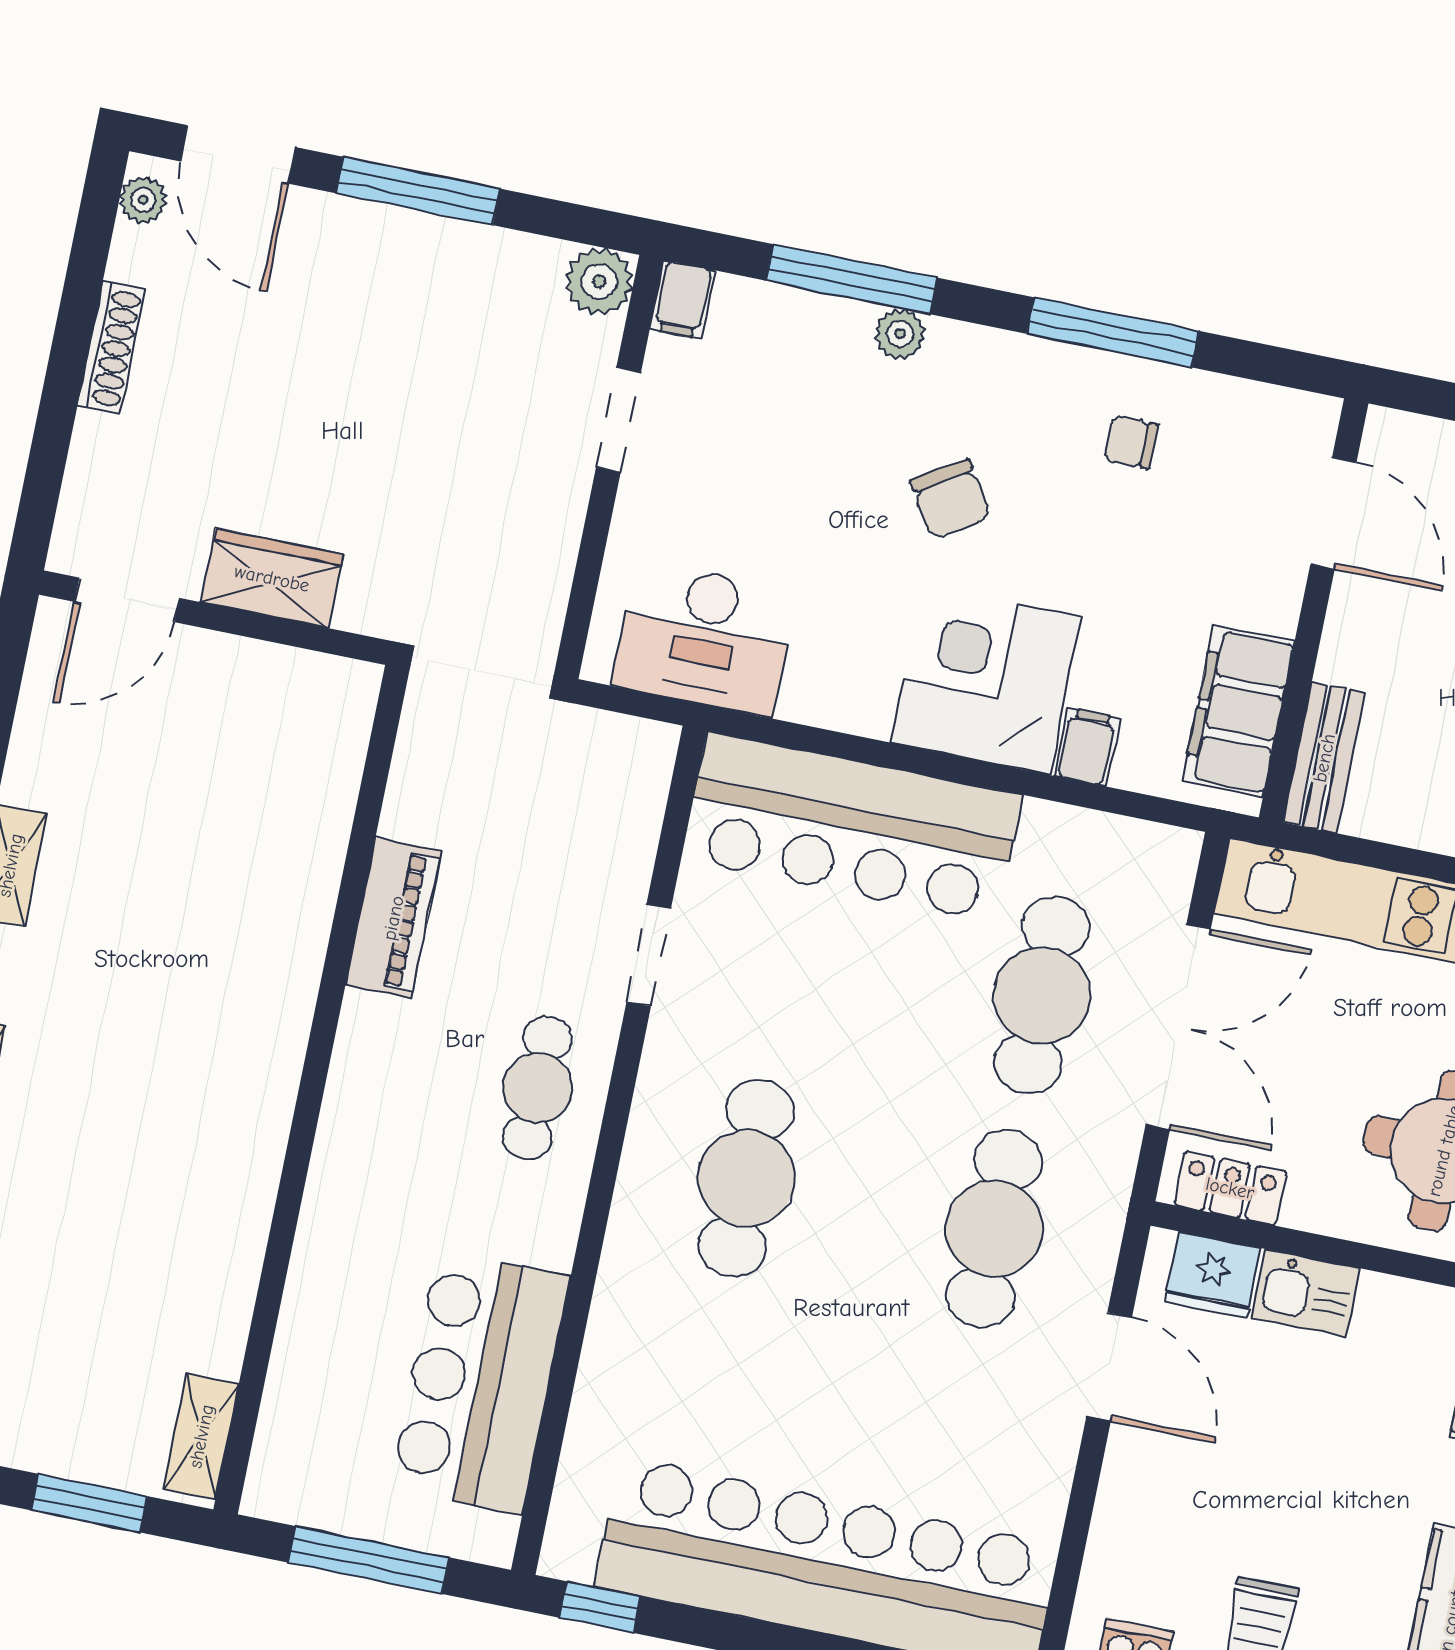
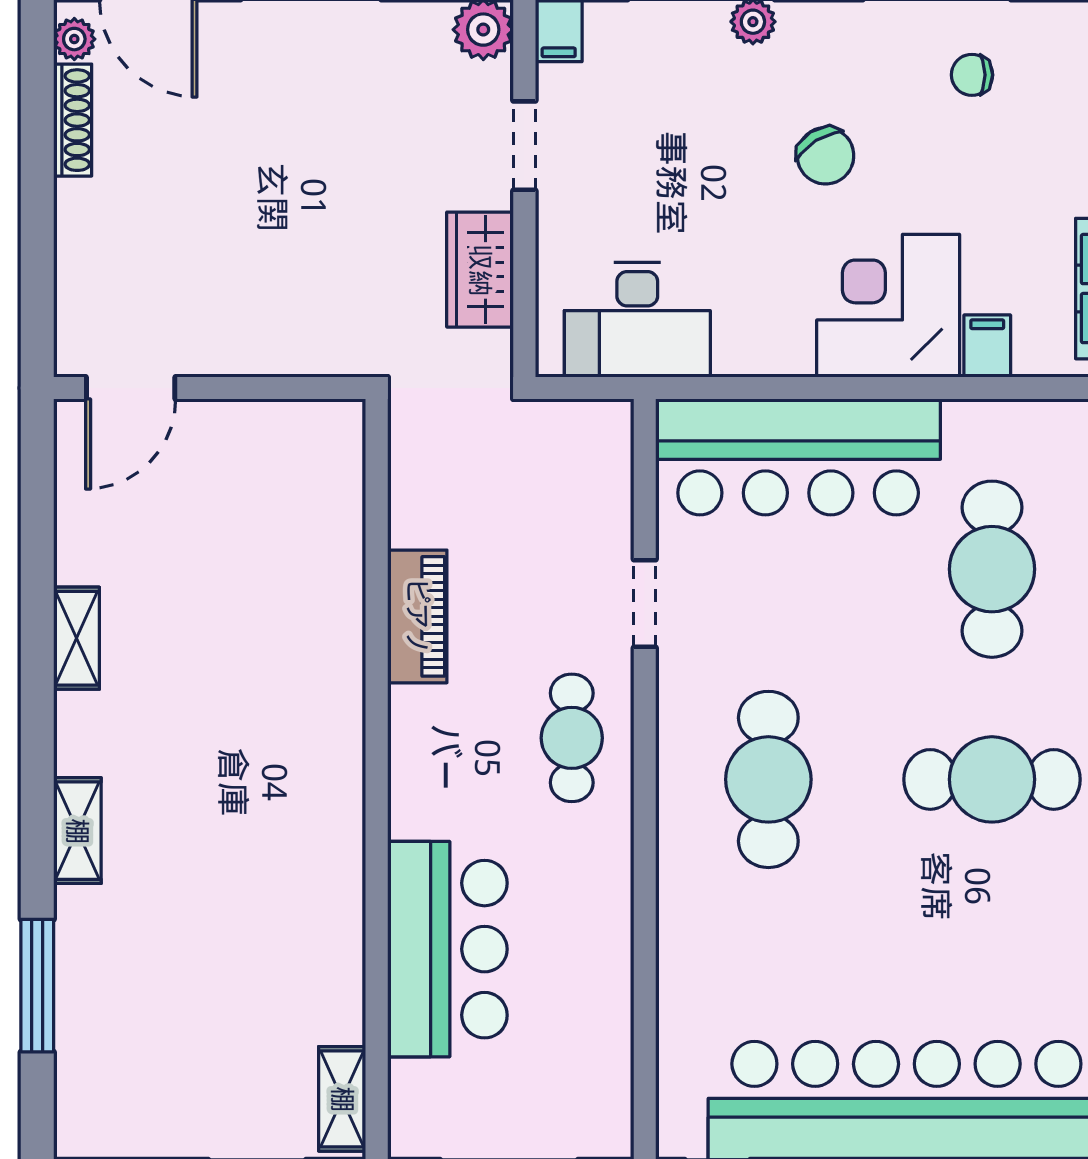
shoe rack: (111, 347) -> (73, 120), moved
wardrobe: (272, 578) -> (480, 270), moved, turned -90
cafe table: (994, 1229) -> (992, 779), turned 90
bar counter: (480, 1382) -> (447, 949), moved, turned 180

